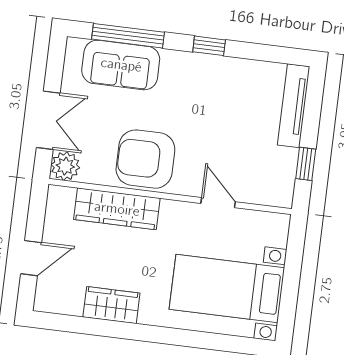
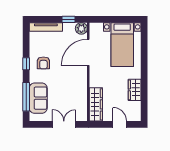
armchair: (145, 159) -> (43, 63), moved, width x0.53, depth x0.53
plant: (65, 166) -> (81, 28), moved
door: (218, 203) -> (88, 52), width x1.87
wardrobe: (117, 209) -> (96, 104), moved

